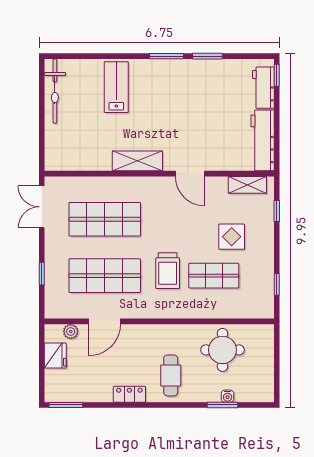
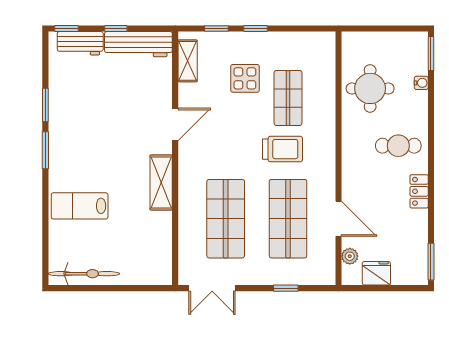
window: (277, 120) -> (116, 28), added
window: (277, 284) -> (256, 28), moved
window: (222, 405) -> (431, 53), moved

